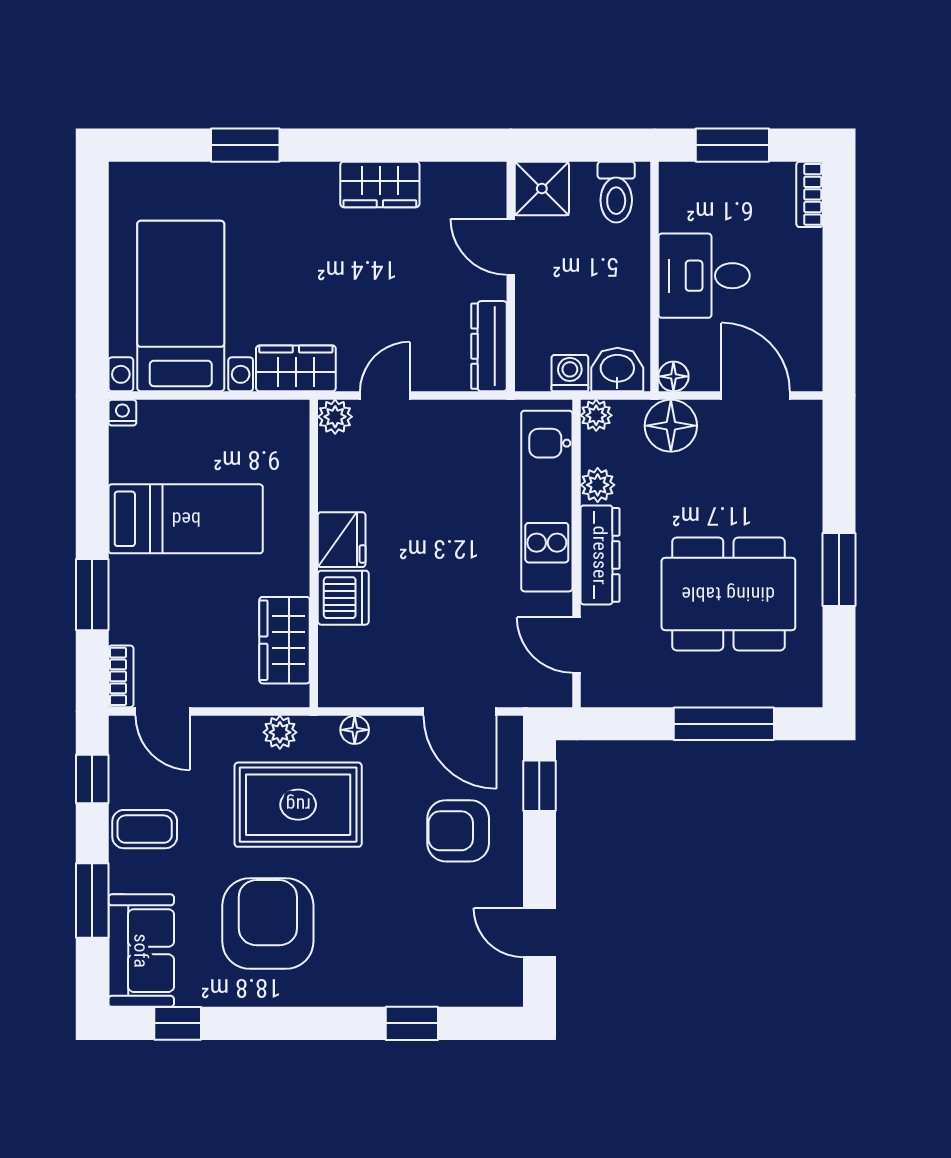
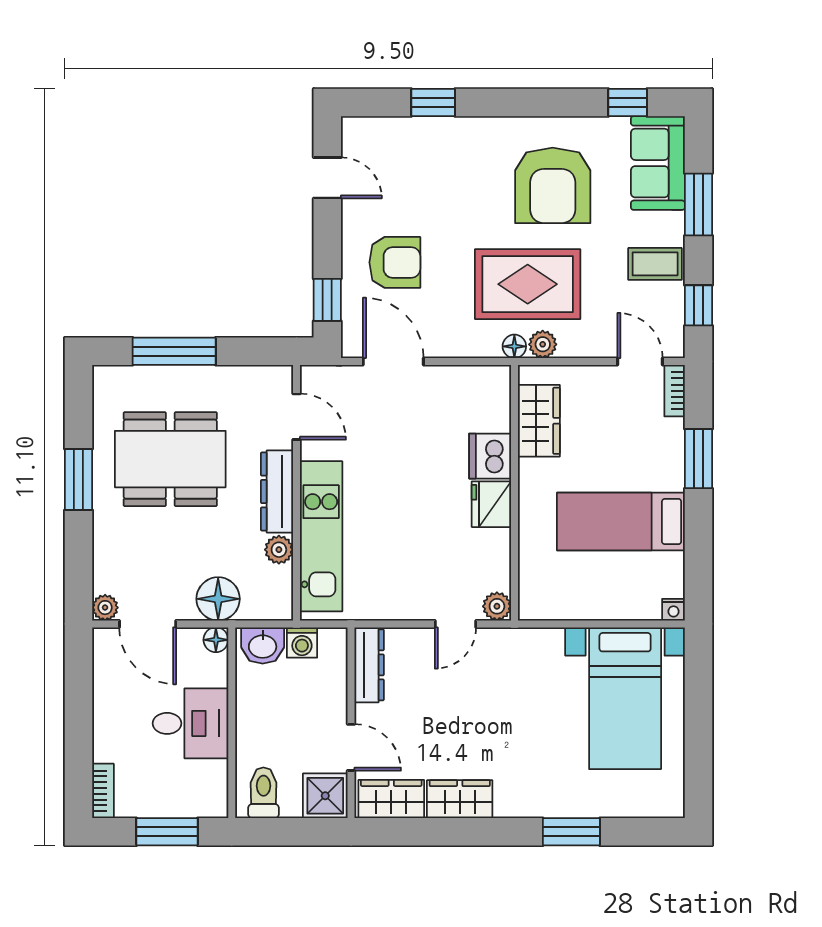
wardrobe: (296, 368) -> (391, 799), moved, turned 180
plant: (596, 415) -> (105, 608), moved
floor lamp: (355, 730) -> (514, 346), moved

